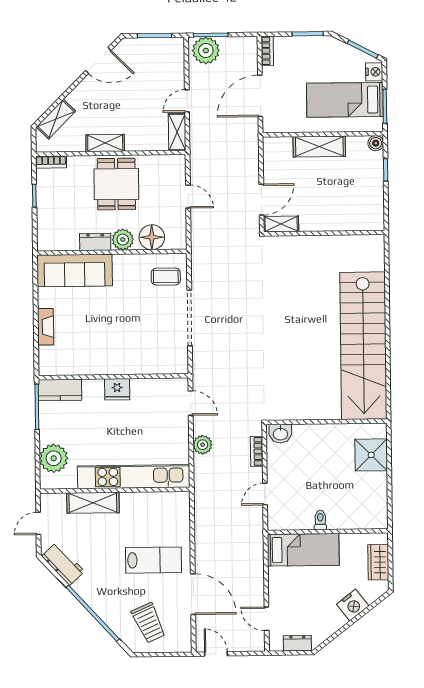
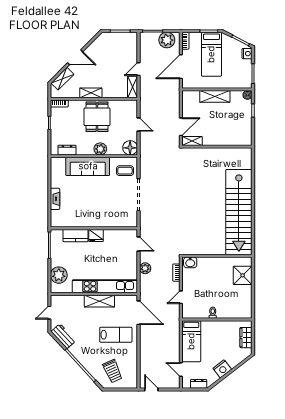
plant: (206, 50) -> (167, 40), moved
door: (98, 60) -> (75, 57), moved
bed: (345, 100) -> (211, 54), moved, turned -90
floor lamp: (152, 237) -> (130, 148), moved
dresser: (95, 242) -> (67, 150), moved
sofa: (75, 270) -> (88, 166), moved
kitchen counter: (60, 390) -> (75, 236), moved
shelving: (93, 503) -> (99, 301), moved
bed: (303, 550) -> (191, 341), moved, turned 90
door: (193, 594) -> (138, 313), moved
nightstand: (353, 605) -> (222, 369), moved

